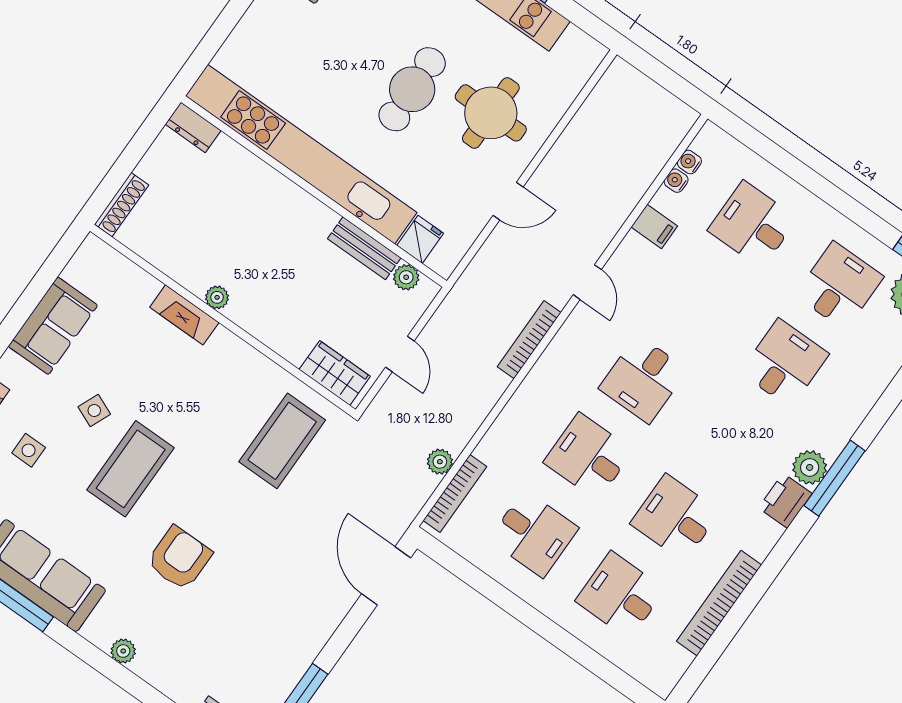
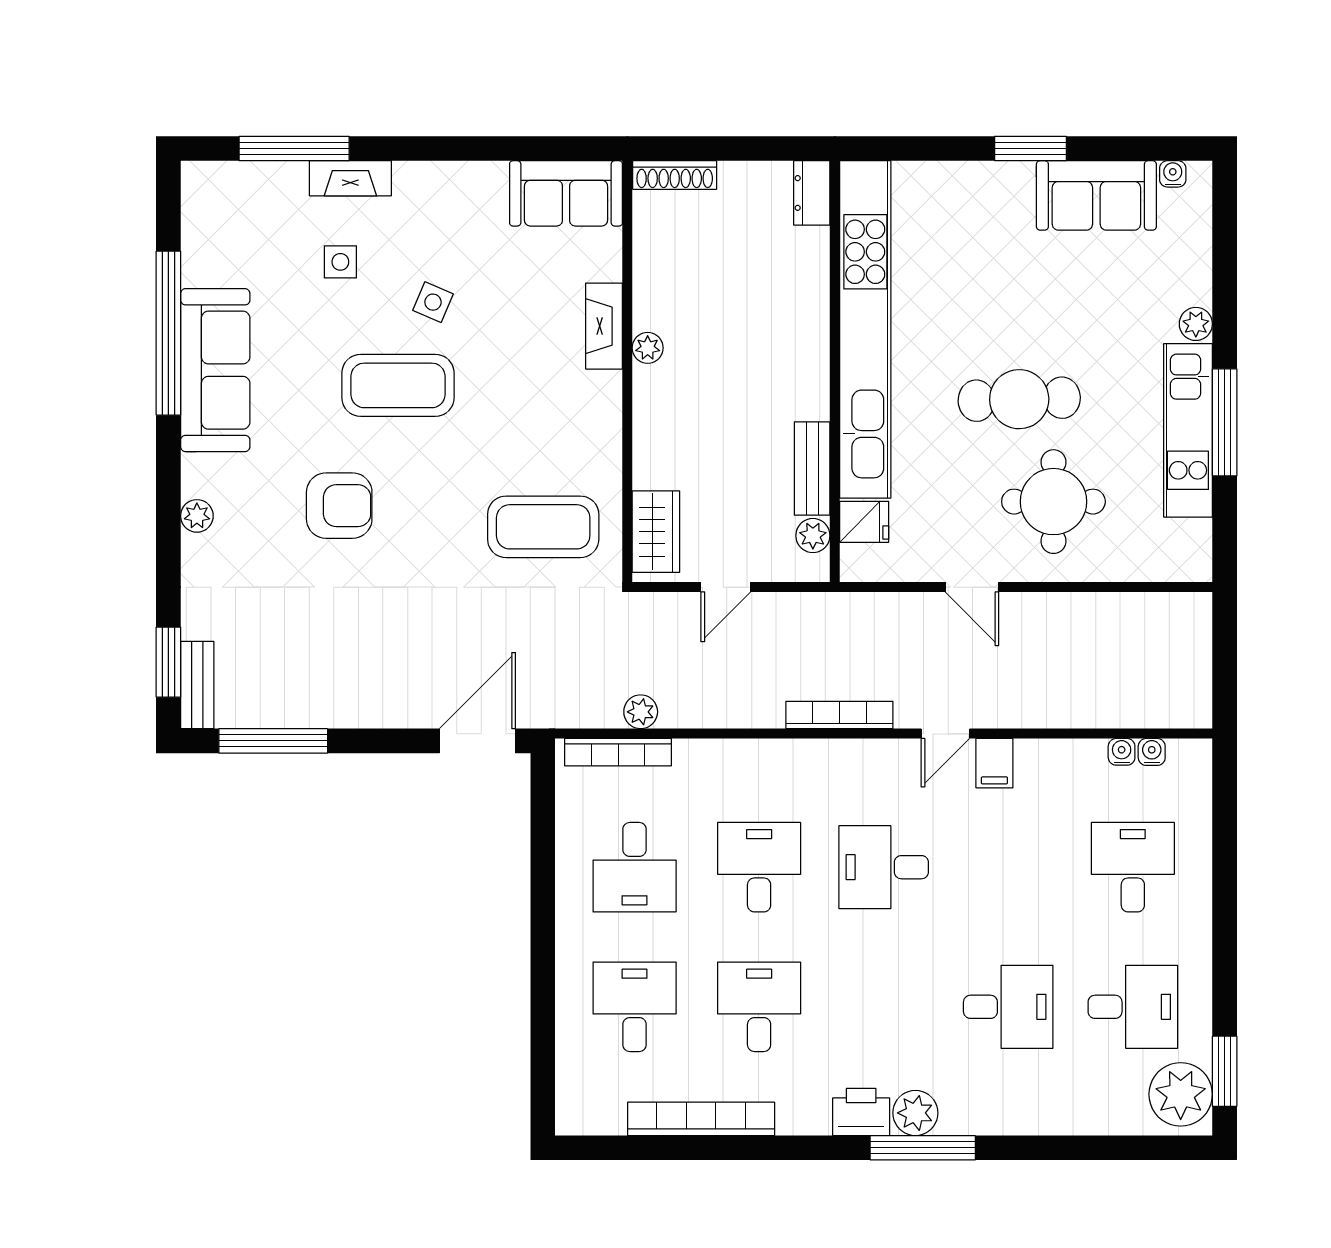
filing cabinet: (654, 226) -> (994, 763), moved
sofa: (53, 326) -> (566, 193), moved

